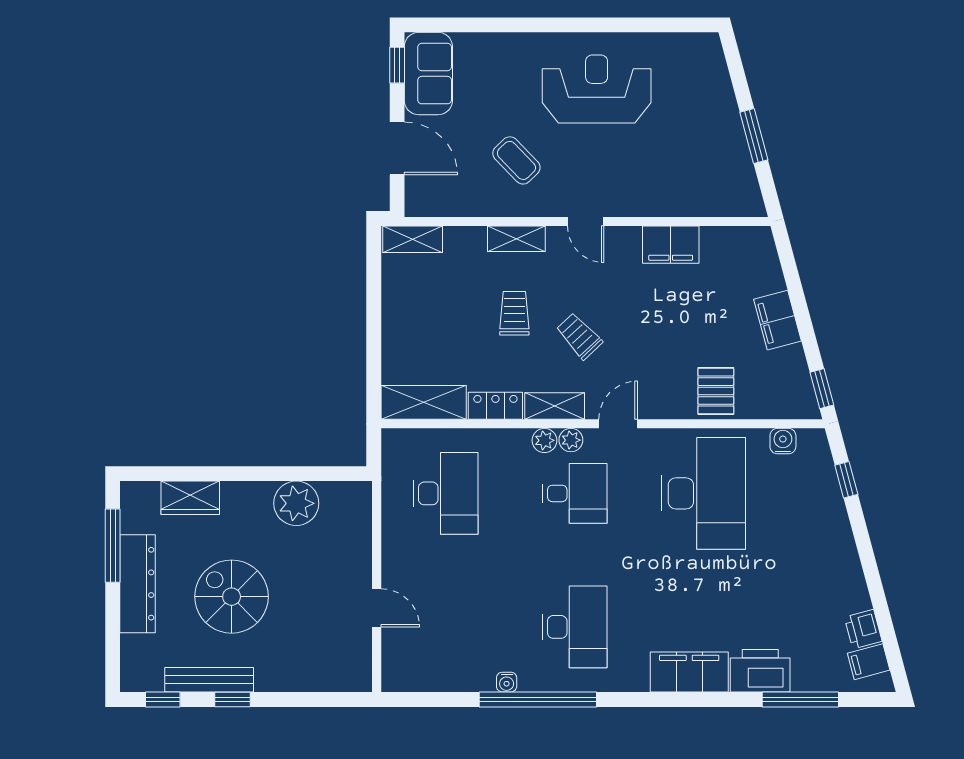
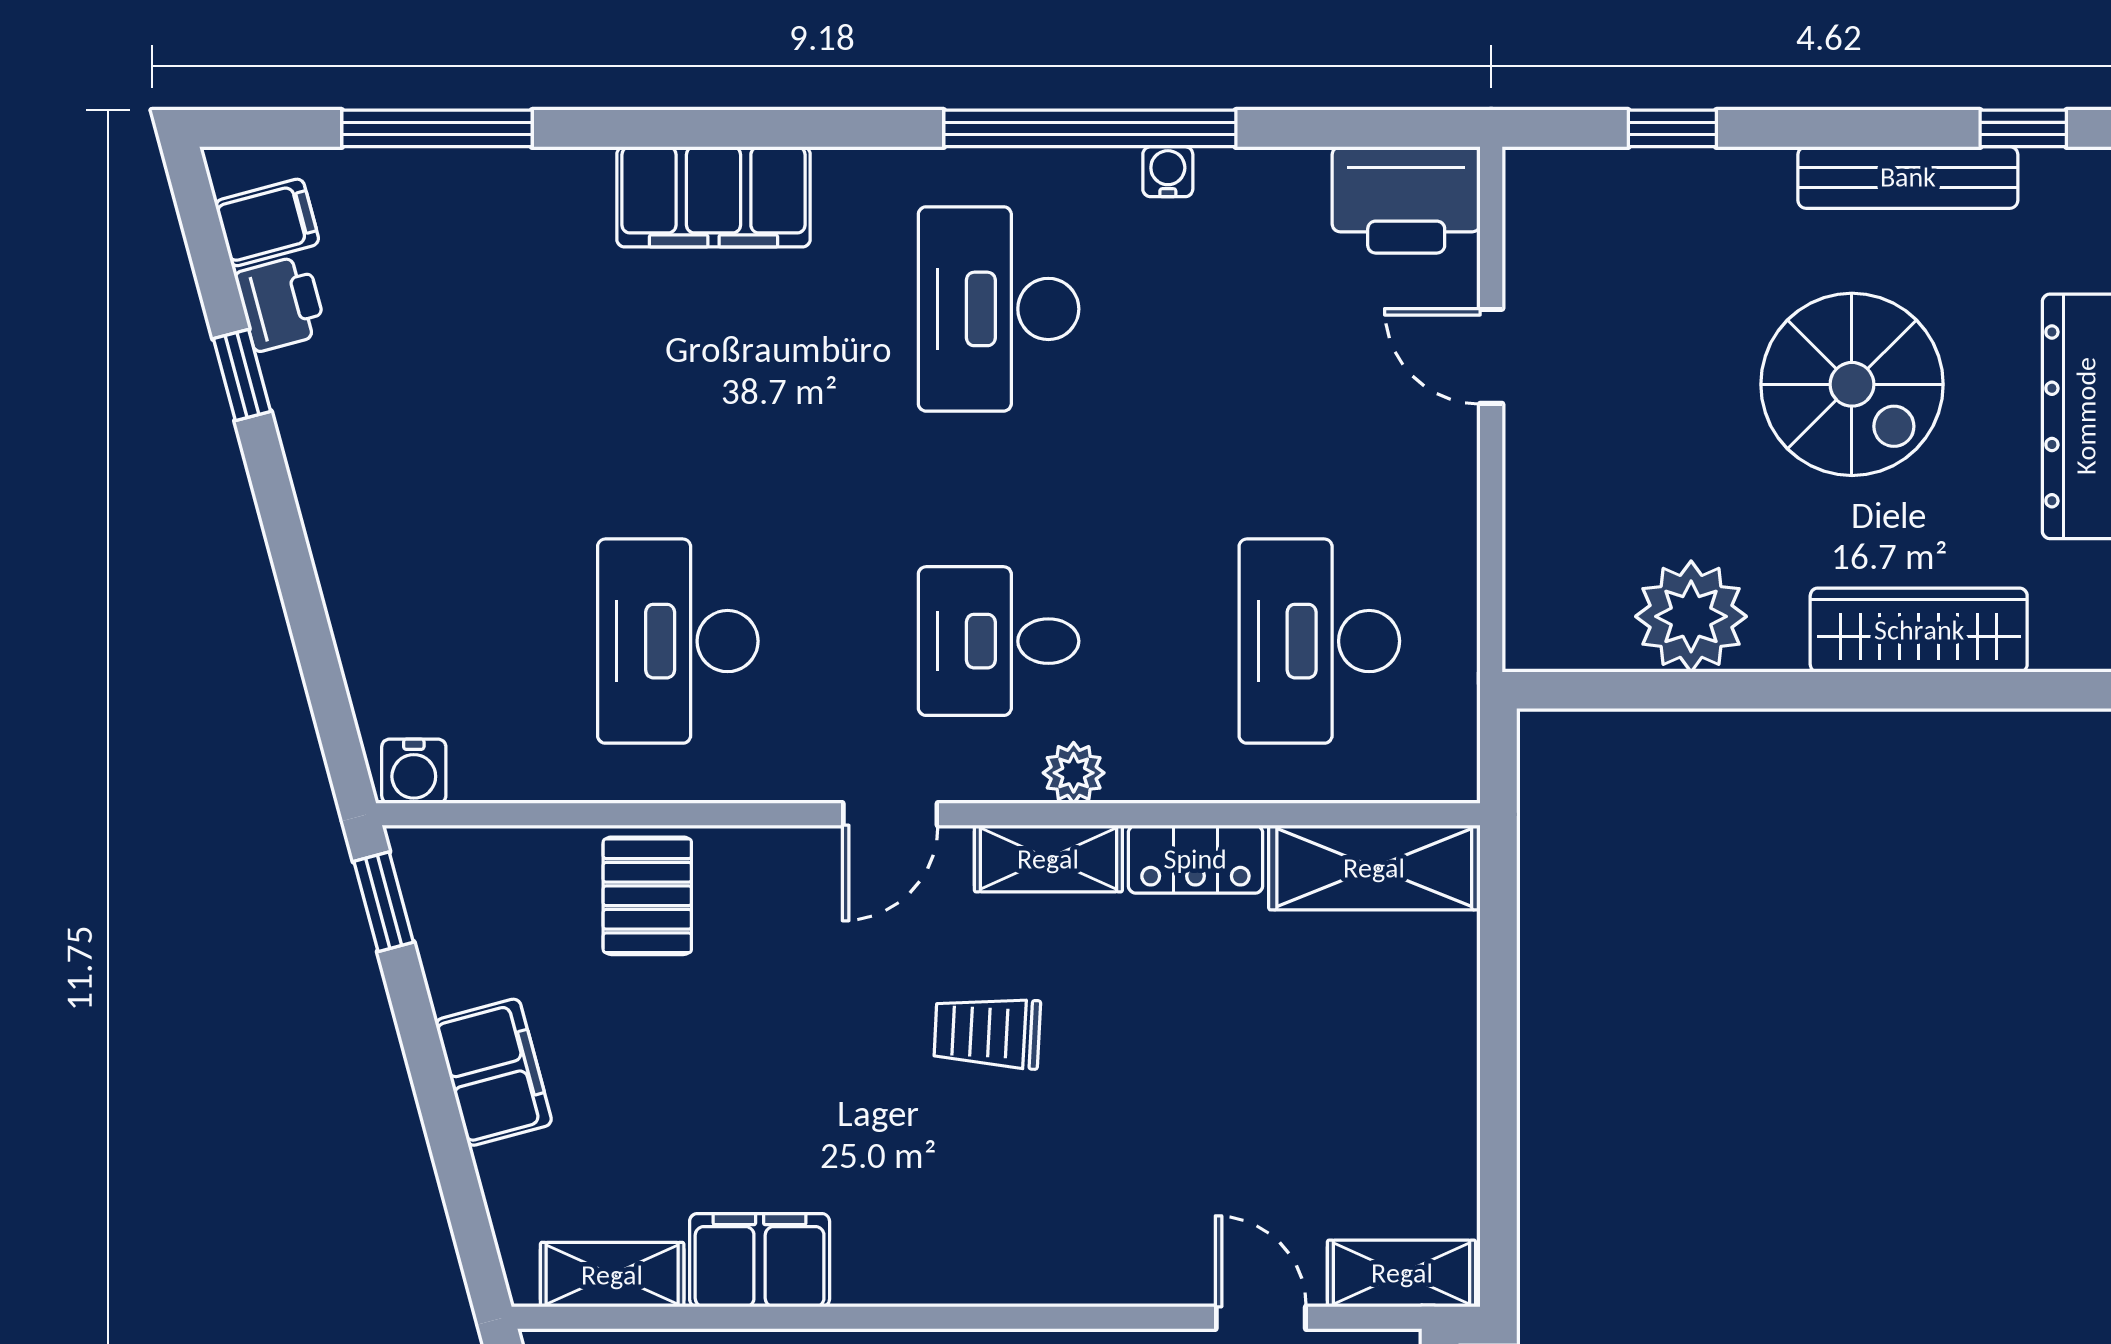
door: (586, 221) -> (1261, 1318), moved
shelving: (516, 239) -> (612, 1275), moved
trolley: (514, 313) -> (1148, 1089), removed
trolley: (579, 336) -> (987, 1032), turned 136
plant: (571, 440) -> (1008, 774), removed
water cooler: (783, 441) -> (414, 771), moved
window: (846, 480) -> (242, 375), moved
desk: (704, 493) -> (678, 641), width x0.73, depth x0.77
wardrobe: (190, 498) -> (1919, 630), width x1.50
printer: (760, 671) -> (1406, 200), moved
window: (233, 699) -> (1672, 128), moved

